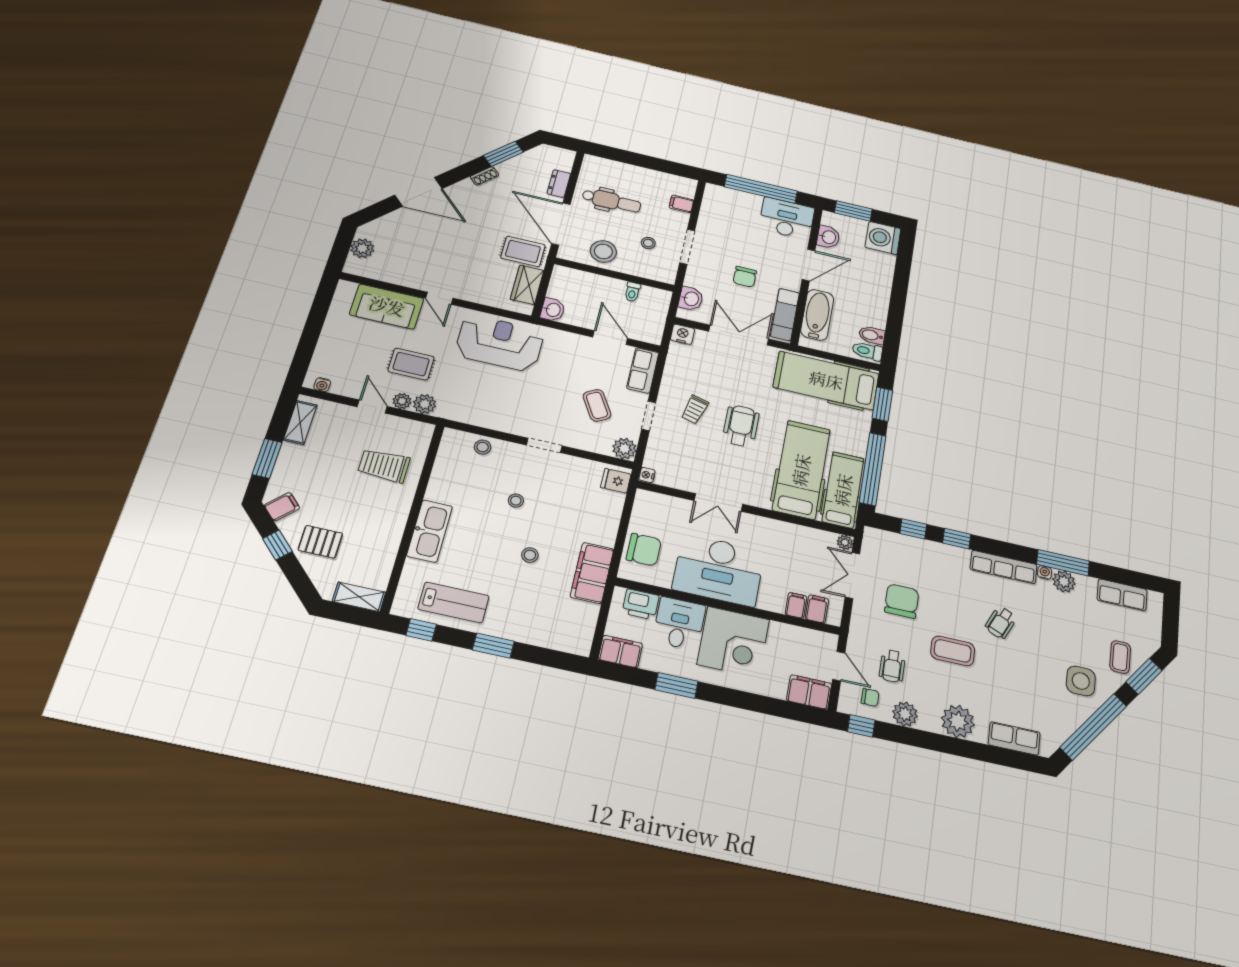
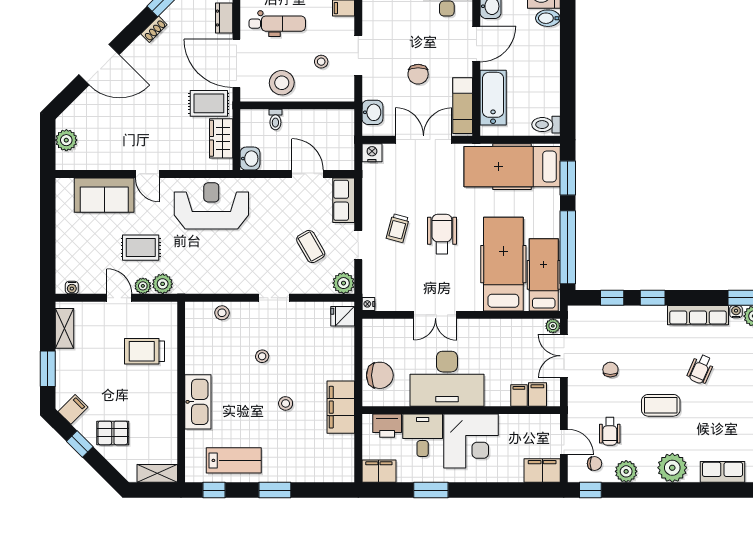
toilet: (632, 292) -> (275, 120), moved
bidet: (872, 335) -> (548, 18), moved
chair: (902, 601) -> (610, 370), width x0.54, depth x0.54

